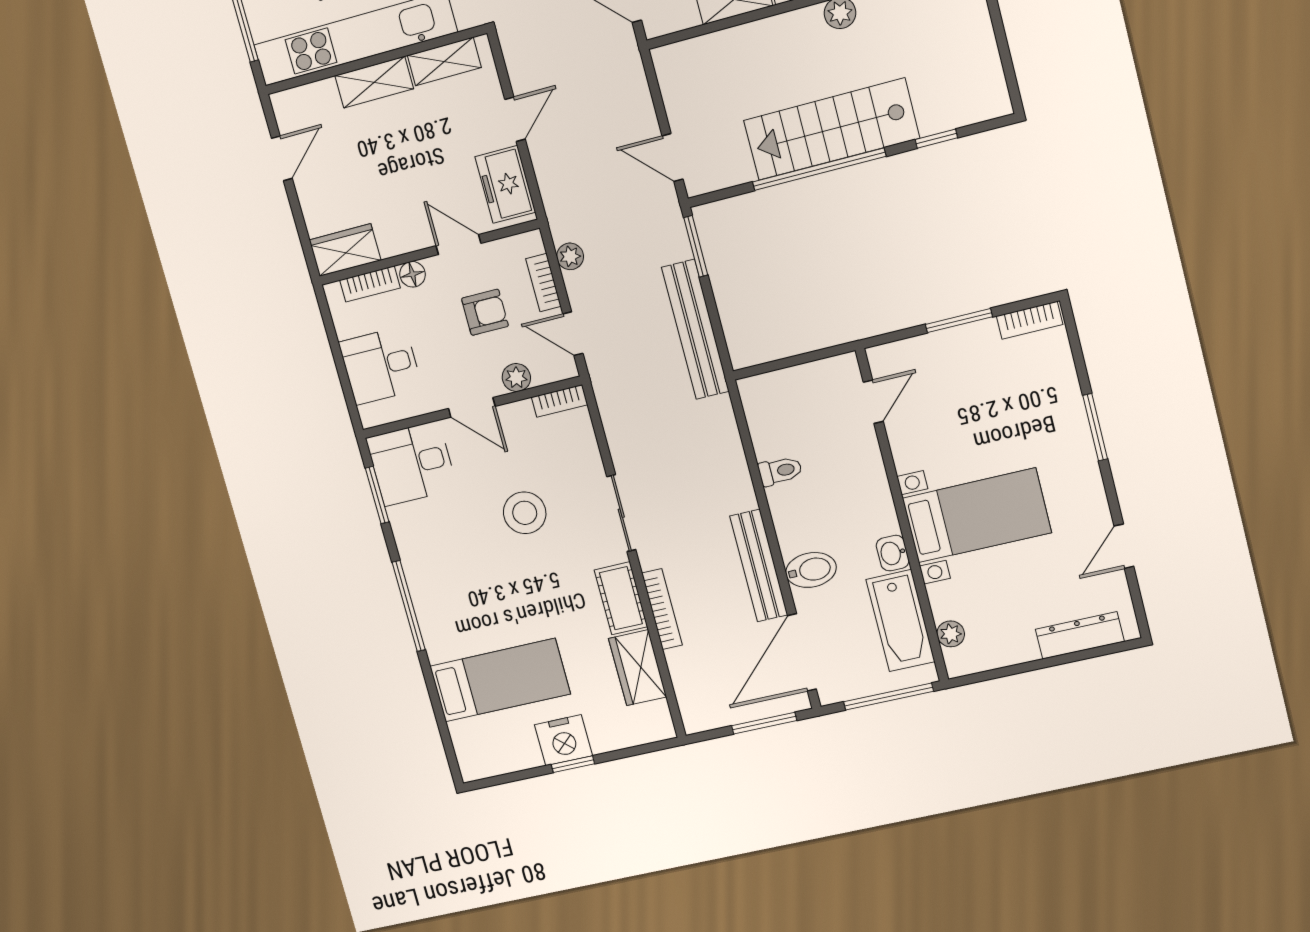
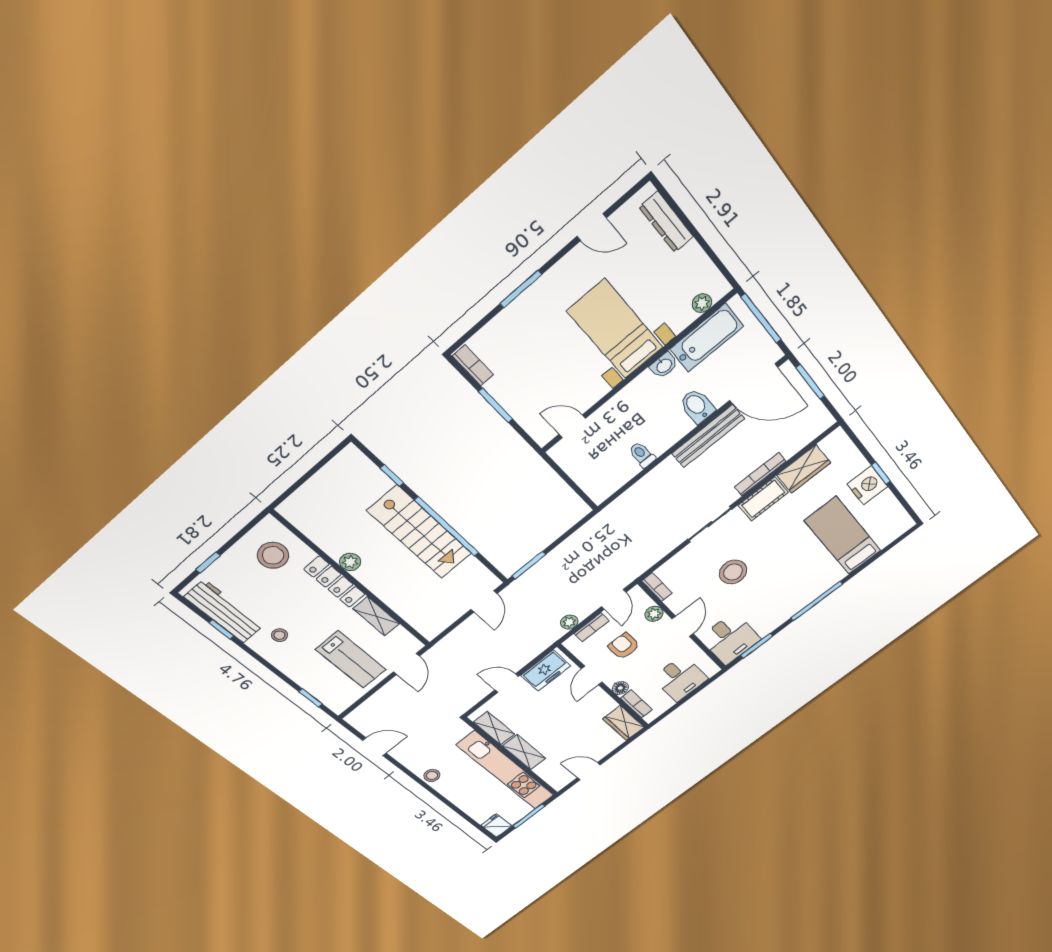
bench: (695, 329) -> (578, 541), removed

